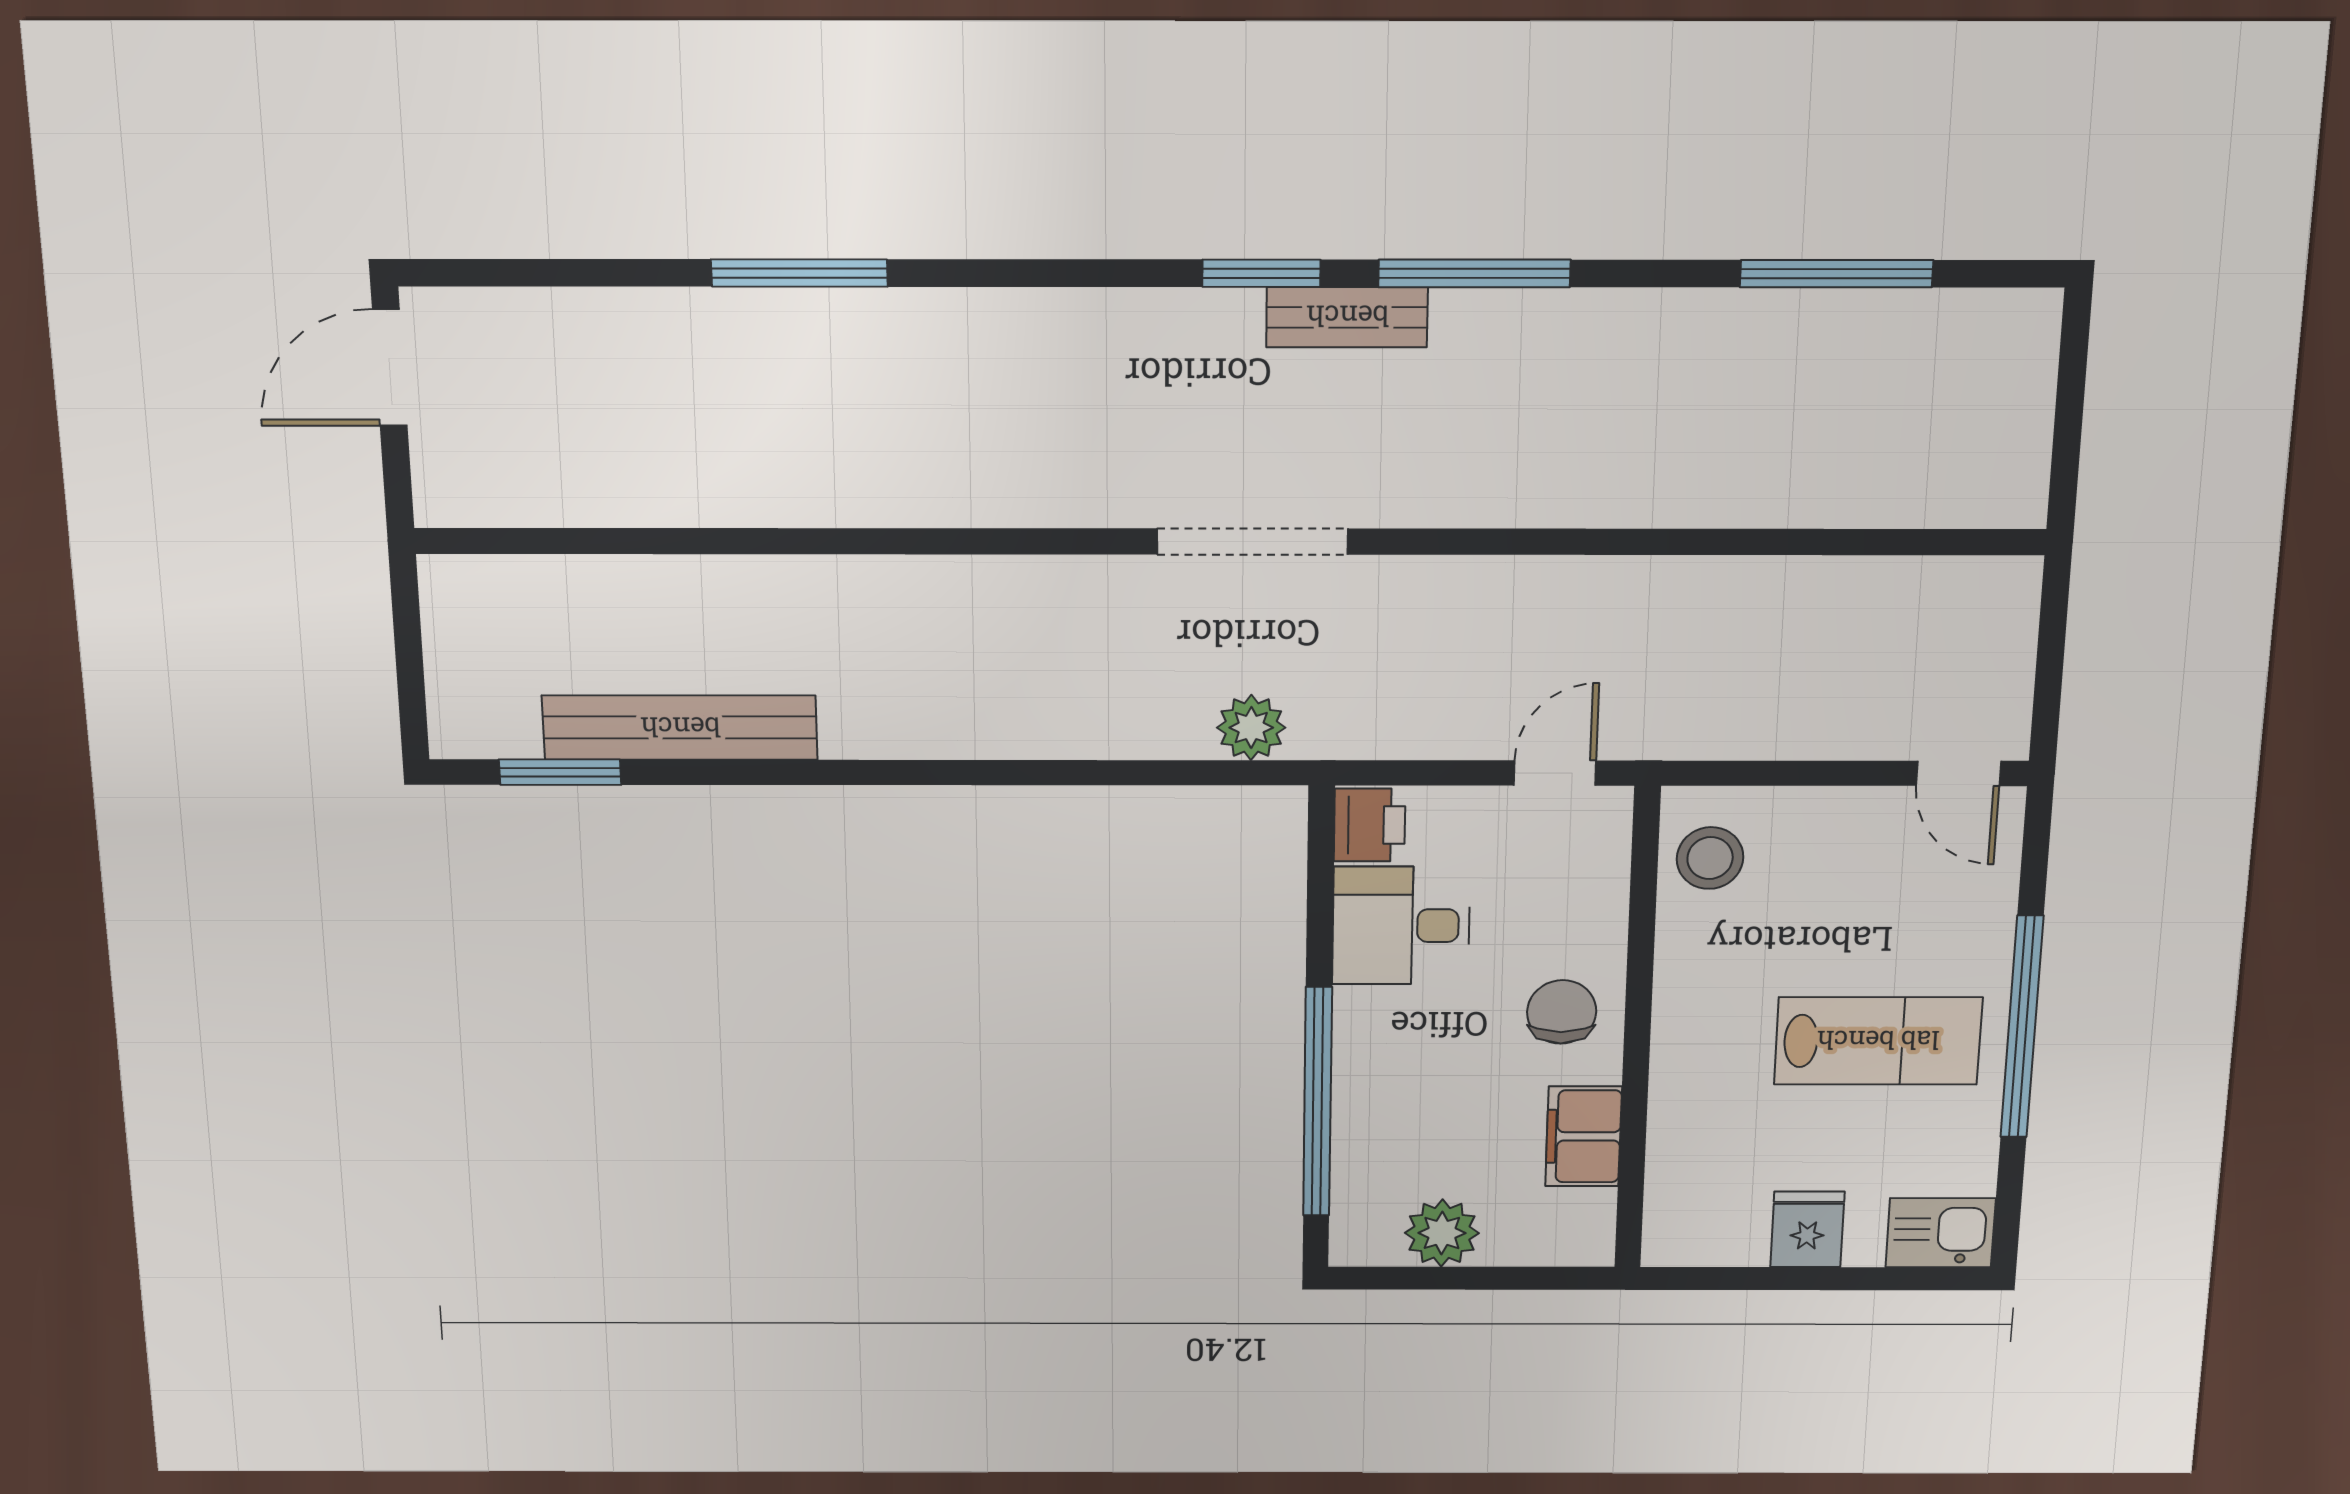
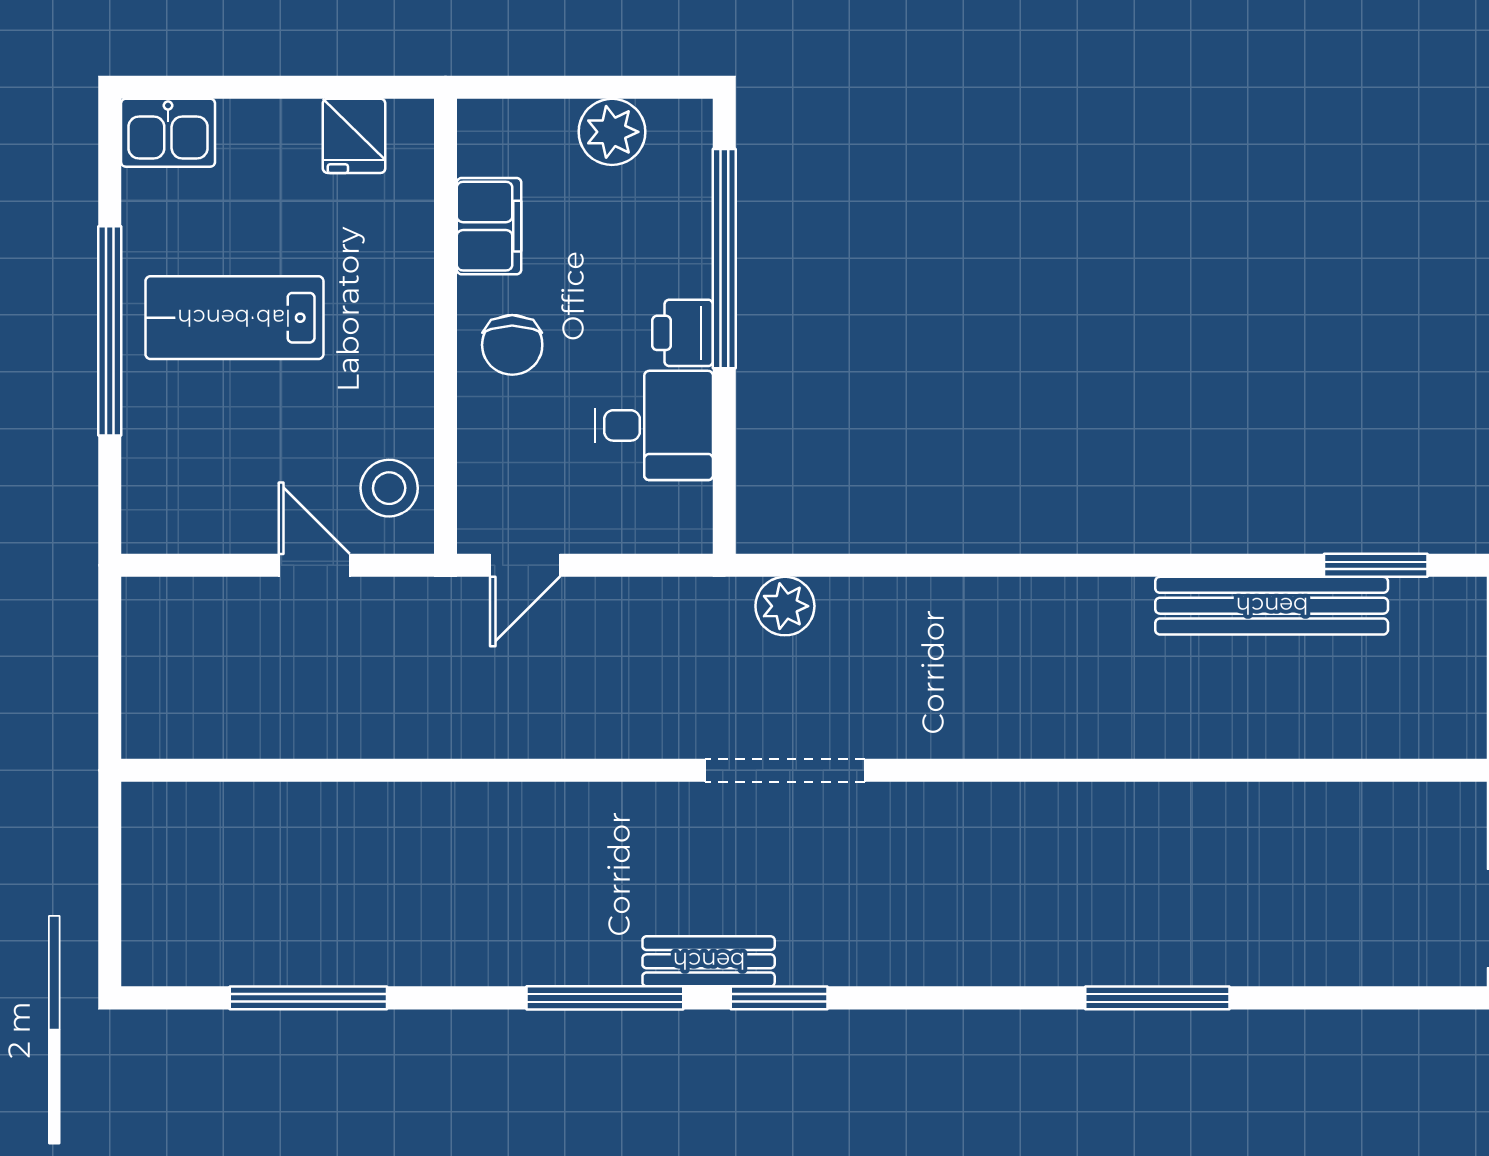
door: (1959, 773) -> (314, 565), moved
printer: (1370, 825) -> (683, 333), moved
fridge: (1807, 1229) -> (354, 136), moved

